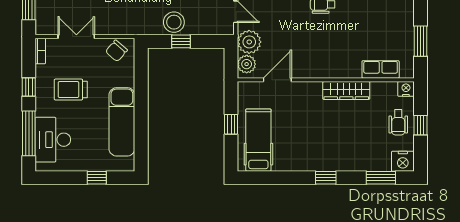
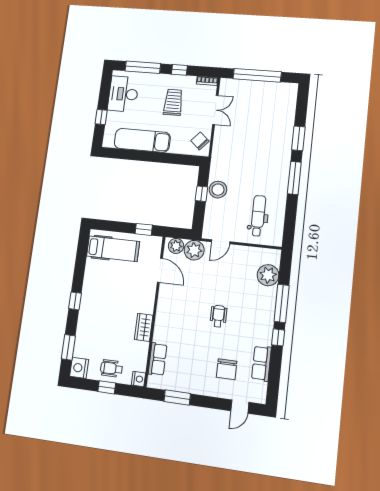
wardrobe: (346, 90) -> (144, 327), width x0.67
window: (231, 124) -> (144, 229), moved
desk: (53, 140) -> (123, 94), moved, turned -90

